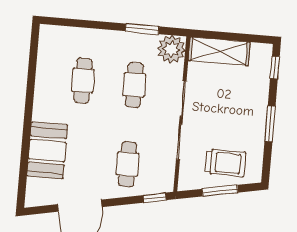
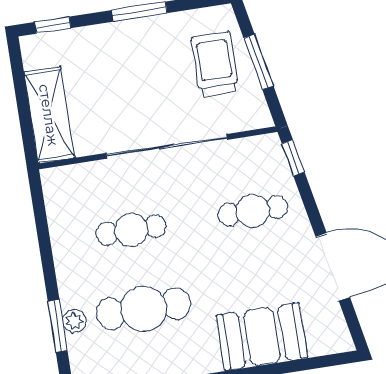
window: (142, 29) -> (58, 326), moved
plant: (171, 49) -> (74, 321), moved, width x0.53, depth x0.53
cafe table: (83, 80) -> (143, 309), width x1.37, depth x1.35

